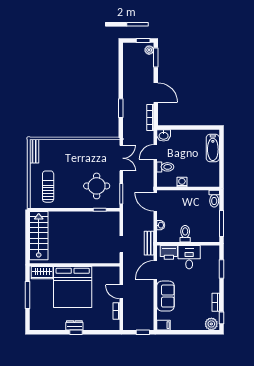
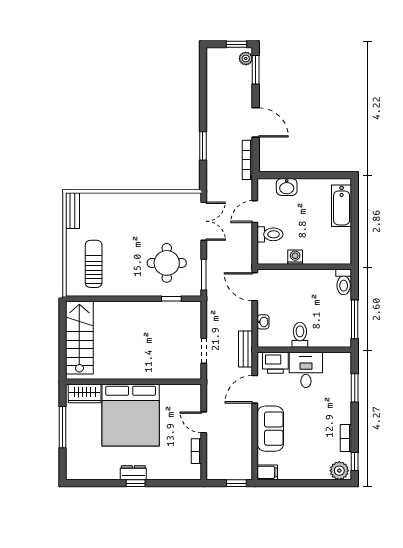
washbasin: (164, 135) -> (287, 187), moved

